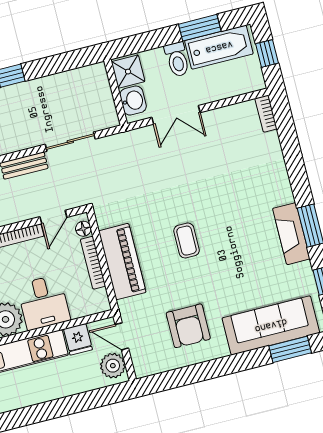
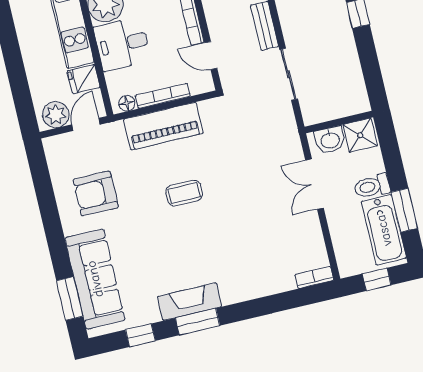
floor lamp: (83, 229) -> (127, 103), moved

